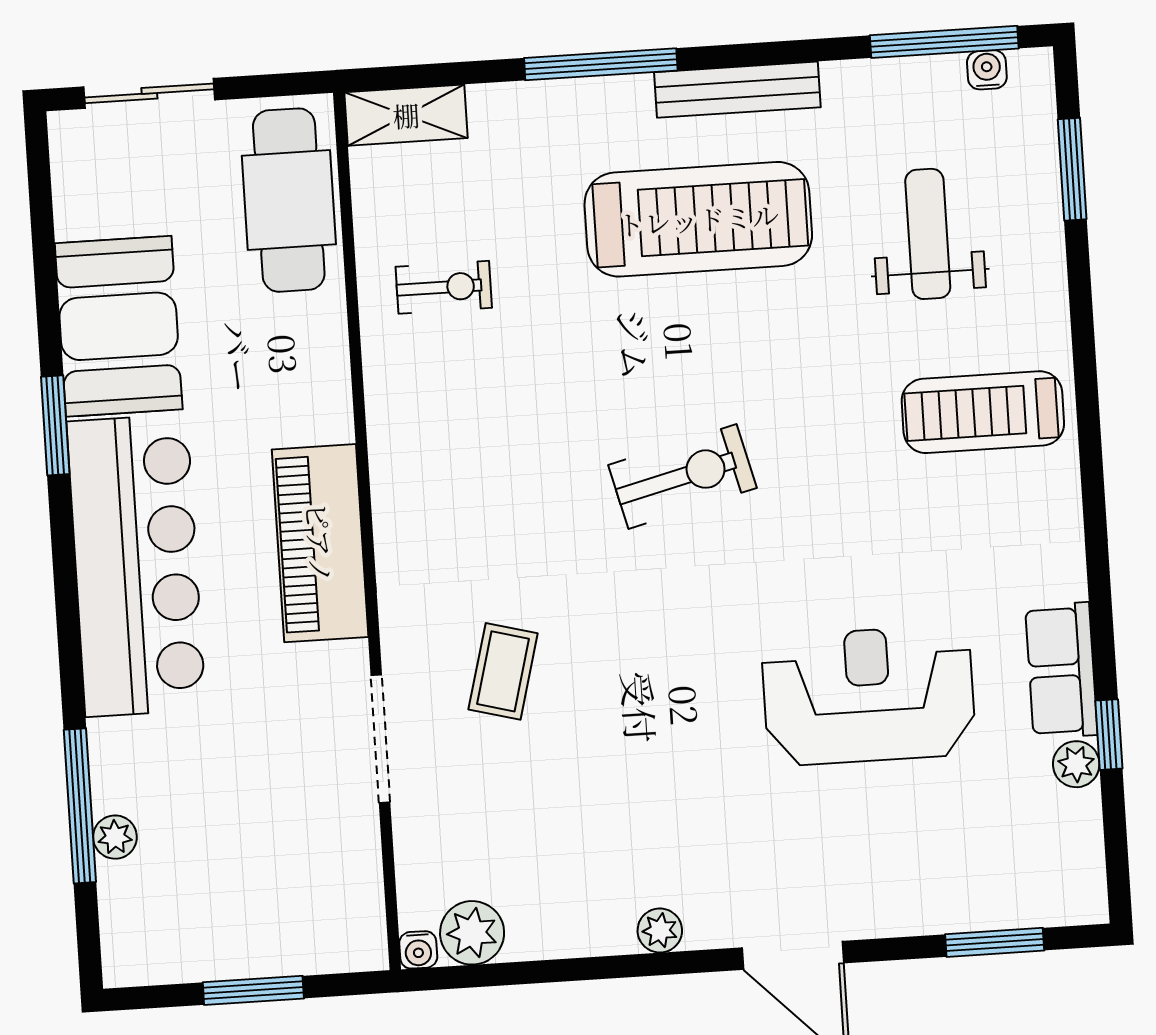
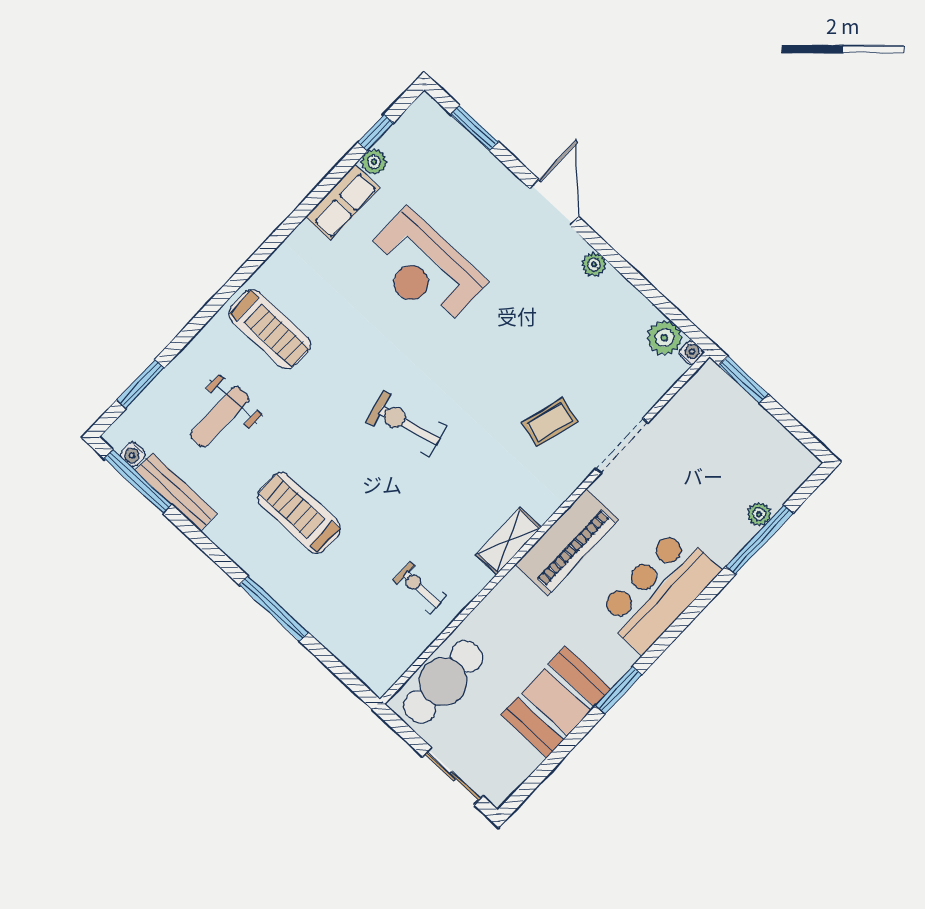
bench: (737, 90) -> (176, 492), moved
shelving: (406, 115) -> (508, 541), moved, turned 90
treadmill: (698, 219) -> (299, 513), width x0.73, depth x0.73
bar counter: (136, 566) -> (659, 591), width x0.73
window: (1109, 735) -> (376, 133), moved
window: (253, 990) -> (744, 380), moved

